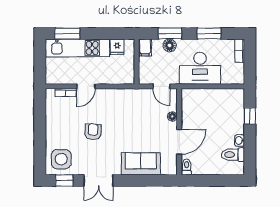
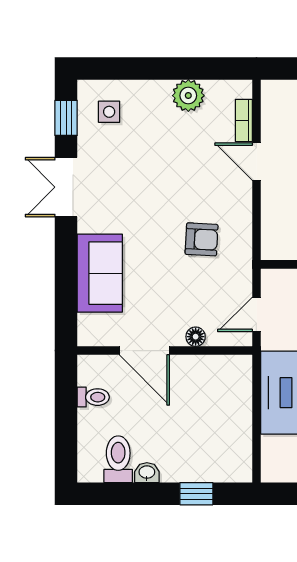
plant: (53, 120) -> (188, 96), added
armchair: (93, 132) -> (202, 239), moved
side table: (61, 159) -> (109, 112), width x0.54, depth x0.54
toilet: (187, 167) -> (93, 397), moved

